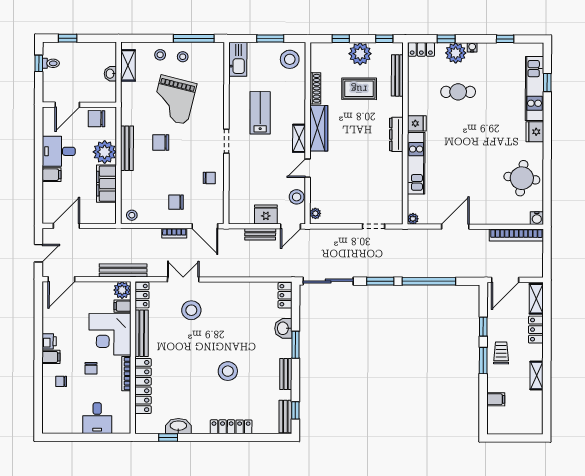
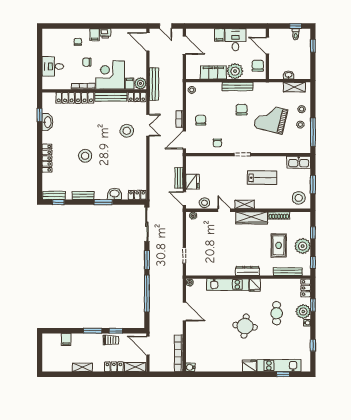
round table: (522, 178) -> (245, 326), moved
trolley: (501, 353) -> (111, 340), moved

